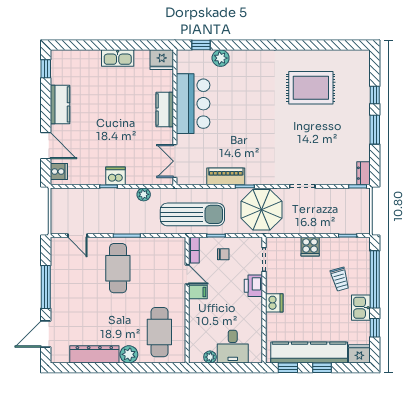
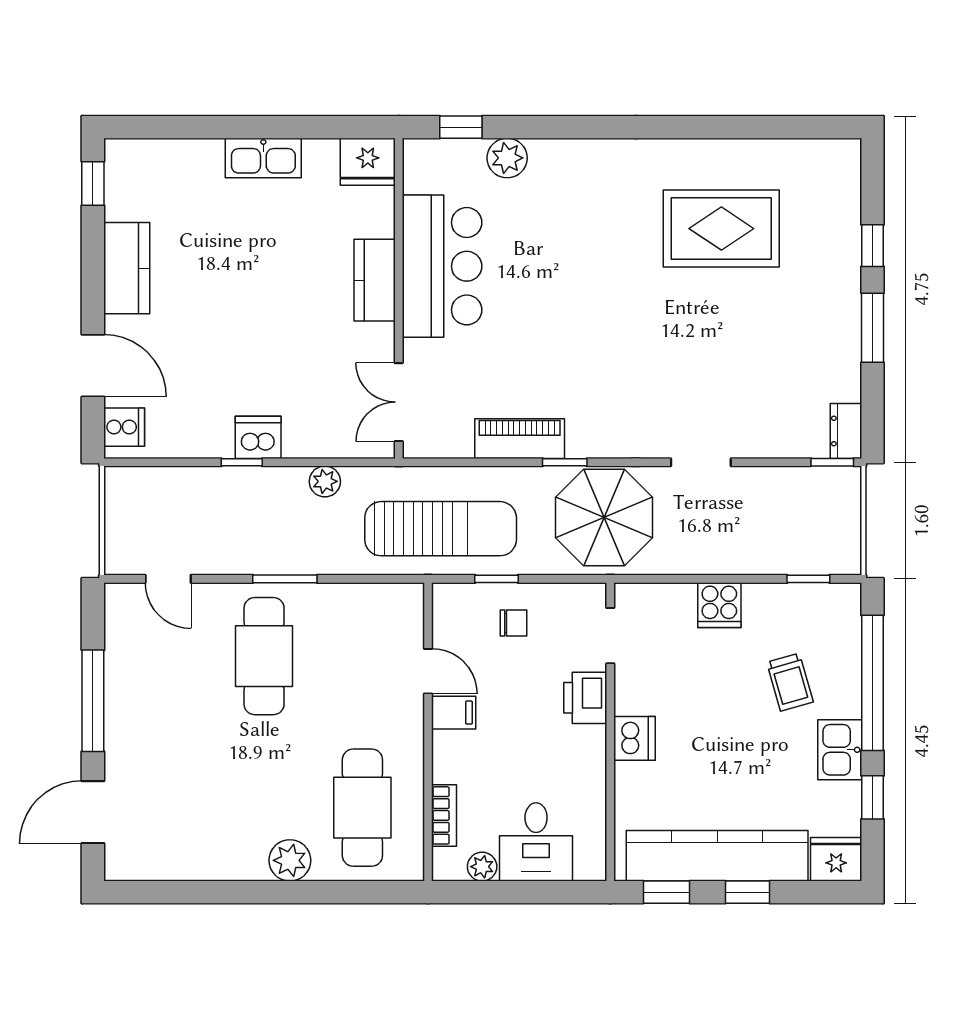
bookcase: (194, 250) -> (444, 815), moved
dresser: (94, 354) -> (208, 860), removed

